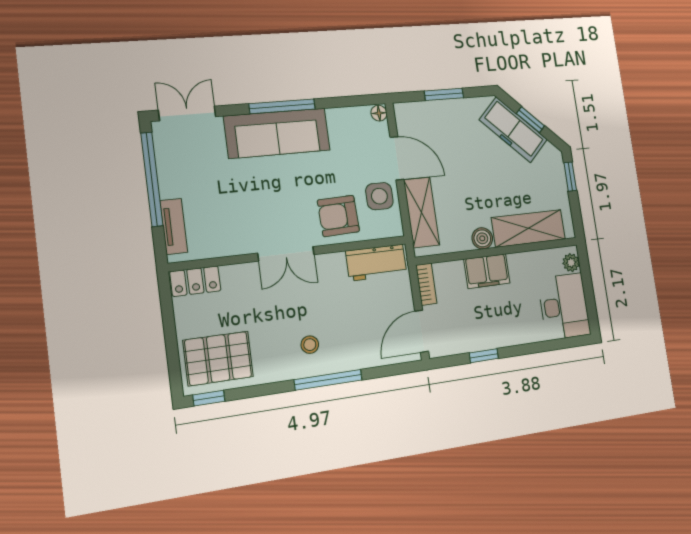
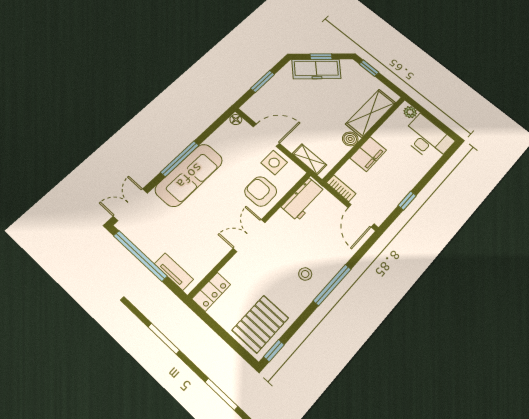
shelving: (422, 212) -> (309, 159), width x0.67, depth x0.75
armchair: (338, 216) -> (261, 191), turned 92
double door: (286, 254) -> (249, 235), swing flipped

